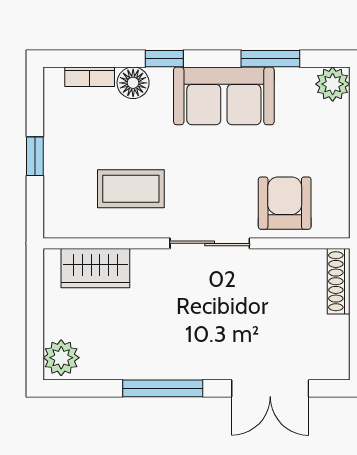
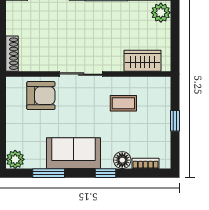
coffee table: (131, 189) -> (123, 103), width x0.73, depth x0.77
armchair: (285, 203) -> (41, 96), turned -90

